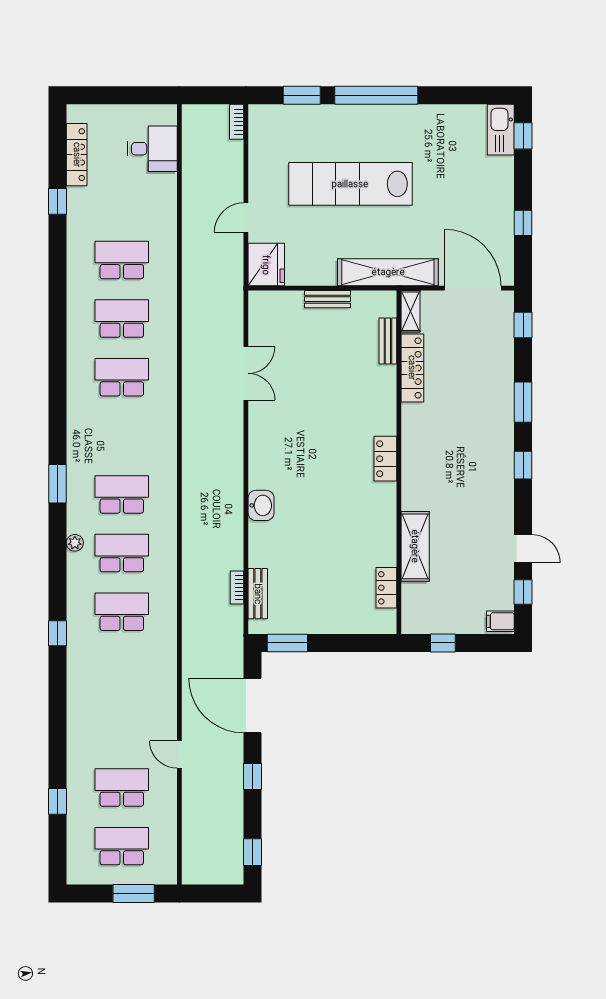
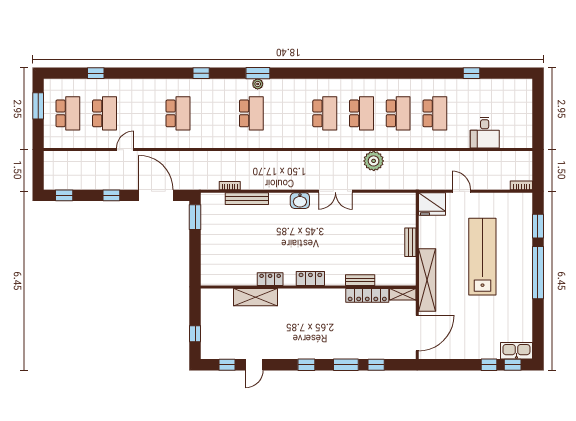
desk: (152, 149) -> (485, 133), moved
locker: (77, 155) -> (501, 85), removed
window: (523, 223) -> (489, 365), moved
window: (523, 325) -> (376, 365), moved
bench: (388, 341) -> (360, 280), moved
plant: (198, 358) -> (374, 161), added
double door: (246, 373) -> (335, 191), moved
window: (57, 484) -> (258, 73), moved
school desk: (122, 494) -> (325, 113), moved
washbasin: (261, 505) -> (300, 201), moved
locker: (386, 588) -> (270, 279), moved
bench: (258, 594) -> (247, 199), moved, width x1.36
school desk: (122, 612) -> (178, 113), moved
filing cabinet: (500, 621) -> (209, 351), removed
window: (443, 643) -> (195, 334), moved
door: (253, 706) -> (156, 195), hinge flipped
window: (134, 894) -> (38, 106), moved

